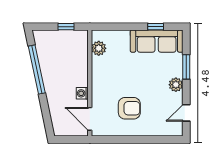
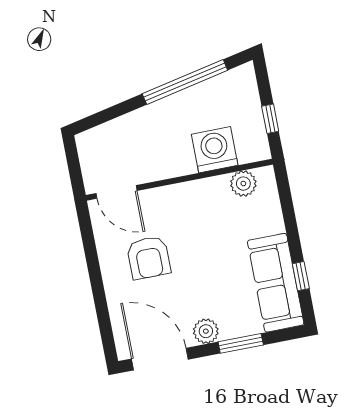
washing machine: (82, 93) -> (215, 150), moved, width x1.89, depth x1.89
door: (186, 113) -> (160, 359), width x1.88
door: (90, 119) -> (117, 192), swing flipped

